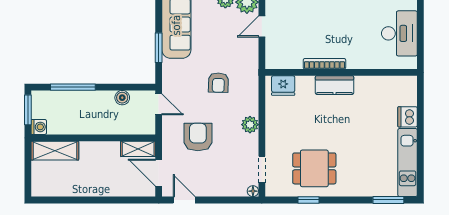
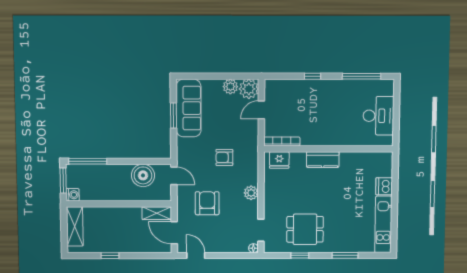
window: (159, 48) -> (174, 116), moved
bookcase: (324, 64) -> (282, 141), moved
armchair: (218, 83) -> (224, 157), turned 88
window: (73, 87) -> (88, 161), moved
boiler: (122, 98) -> (143, 175), width x1.86, depth x1.86
shelving: (55, 151) -> (75, 226), moved, turned 90
window: (82, 200) -> (110, 256), added
window: (388, 200) -> (345, 255), moved

